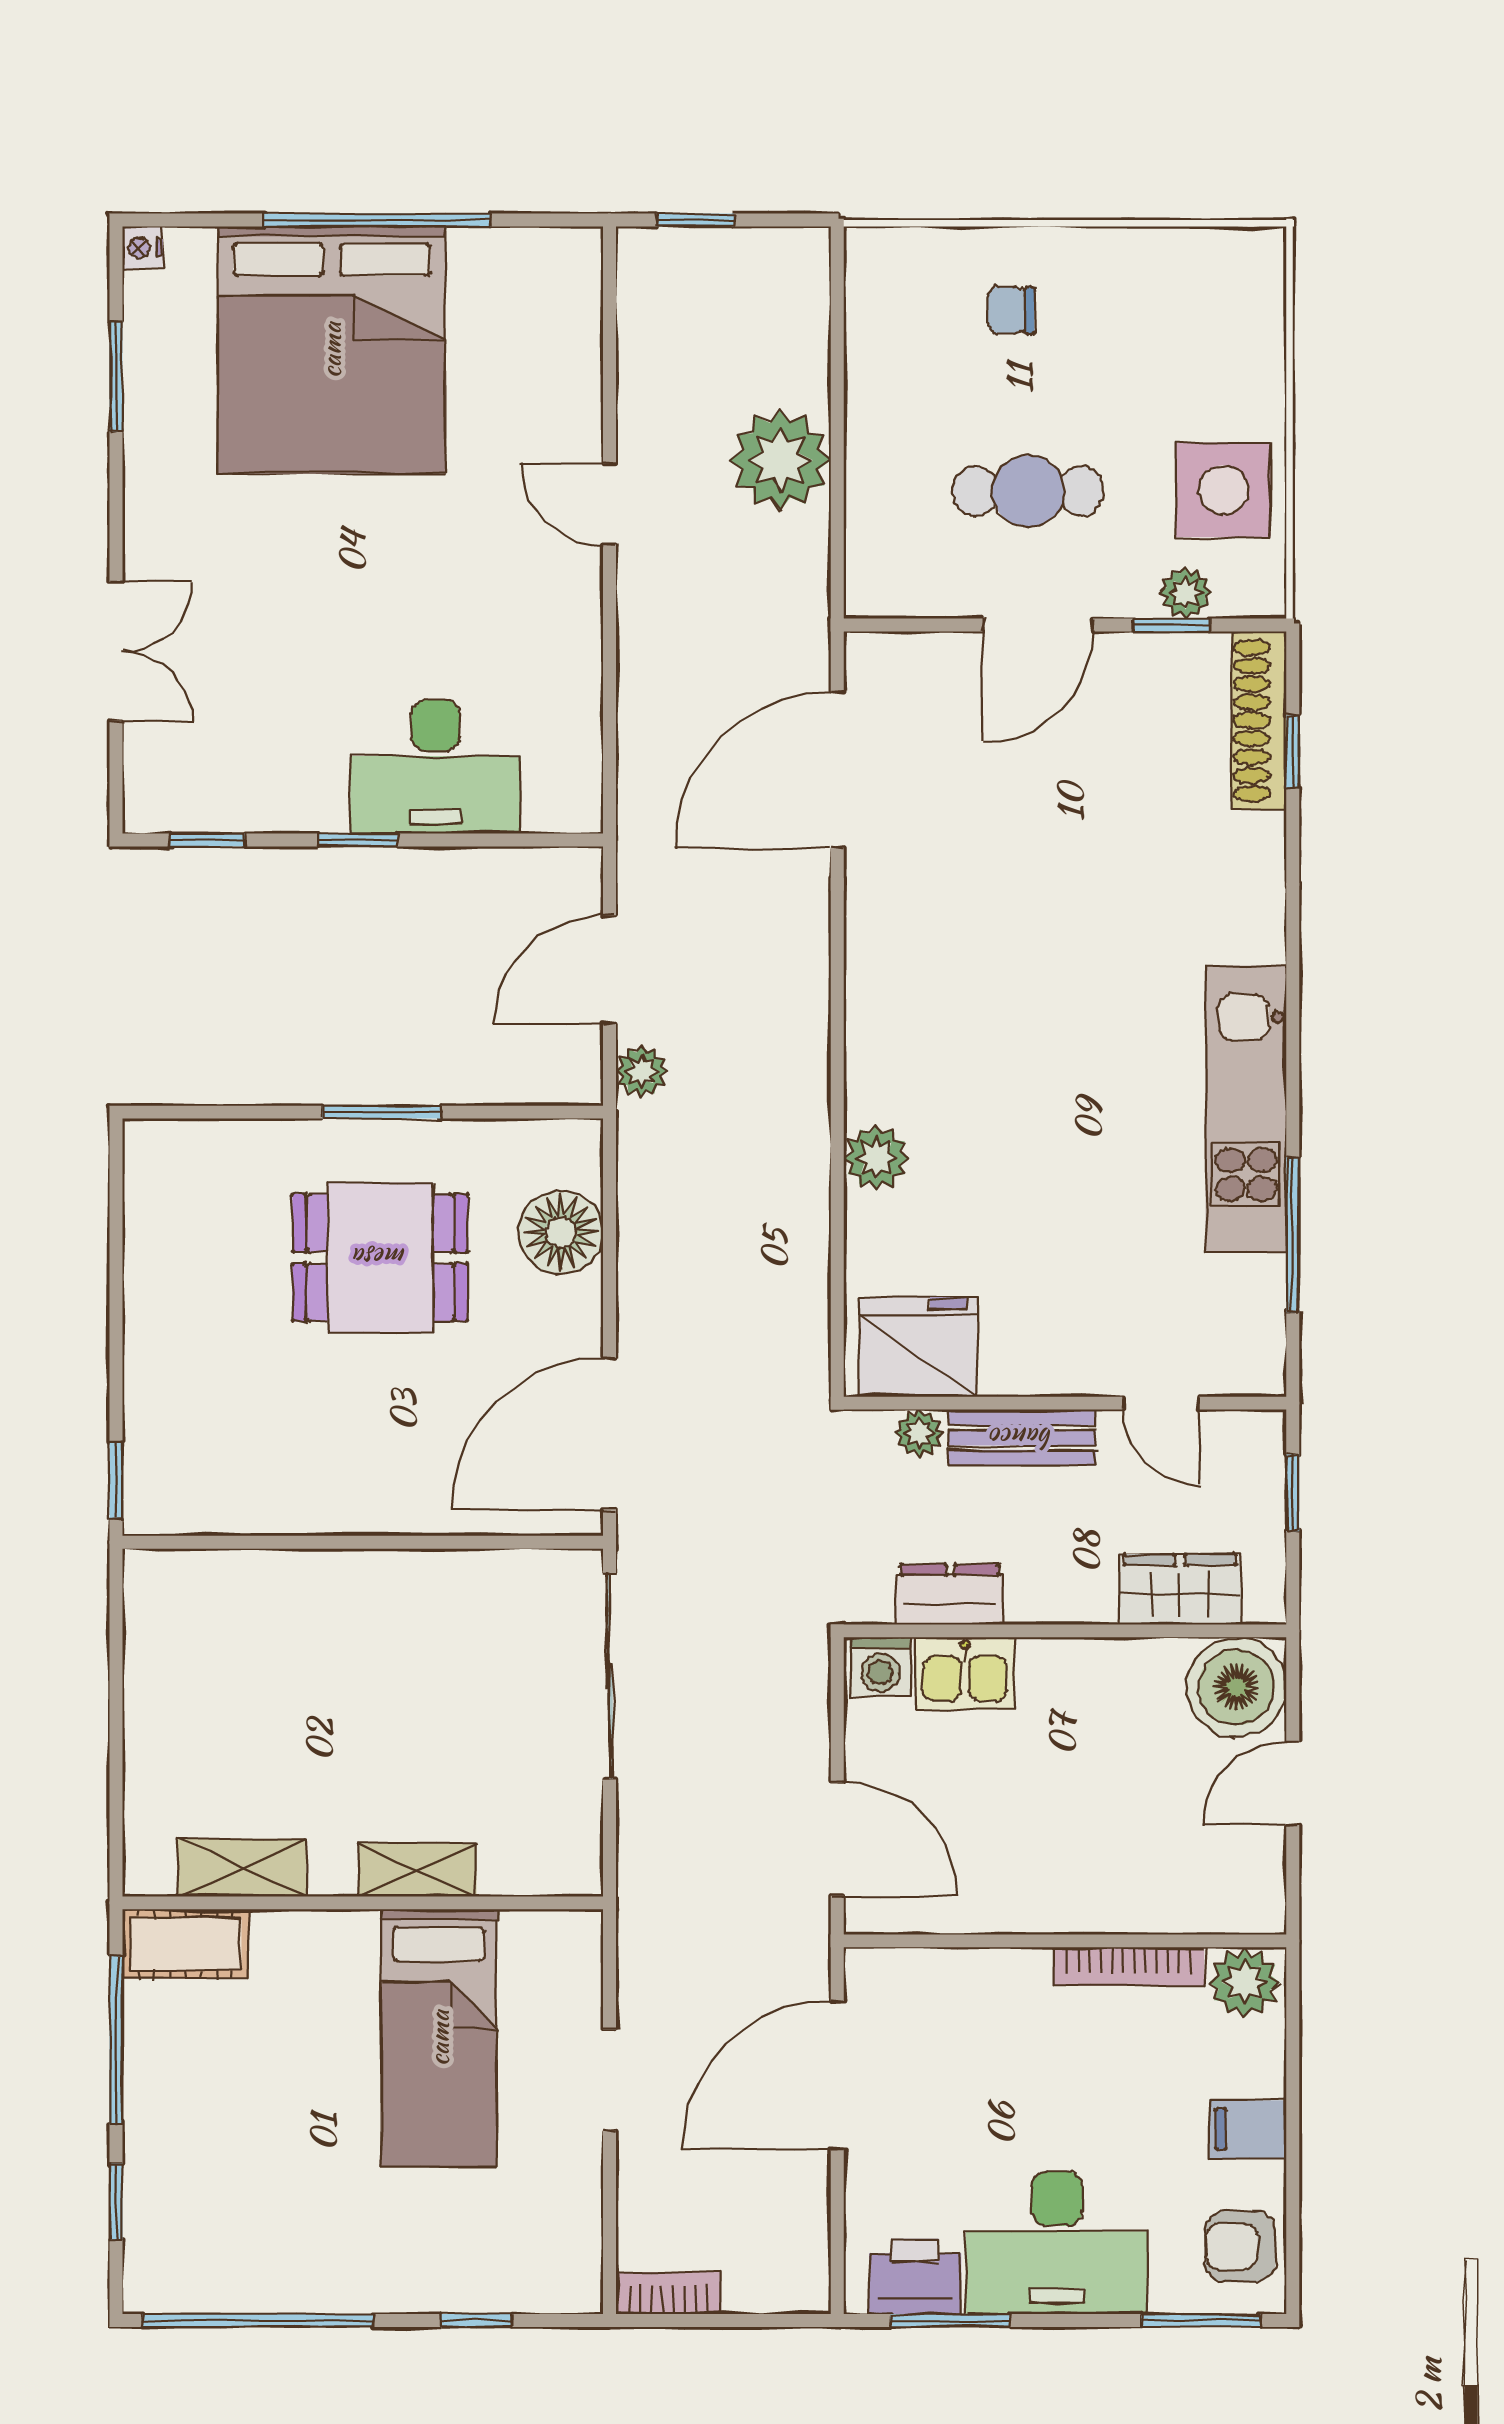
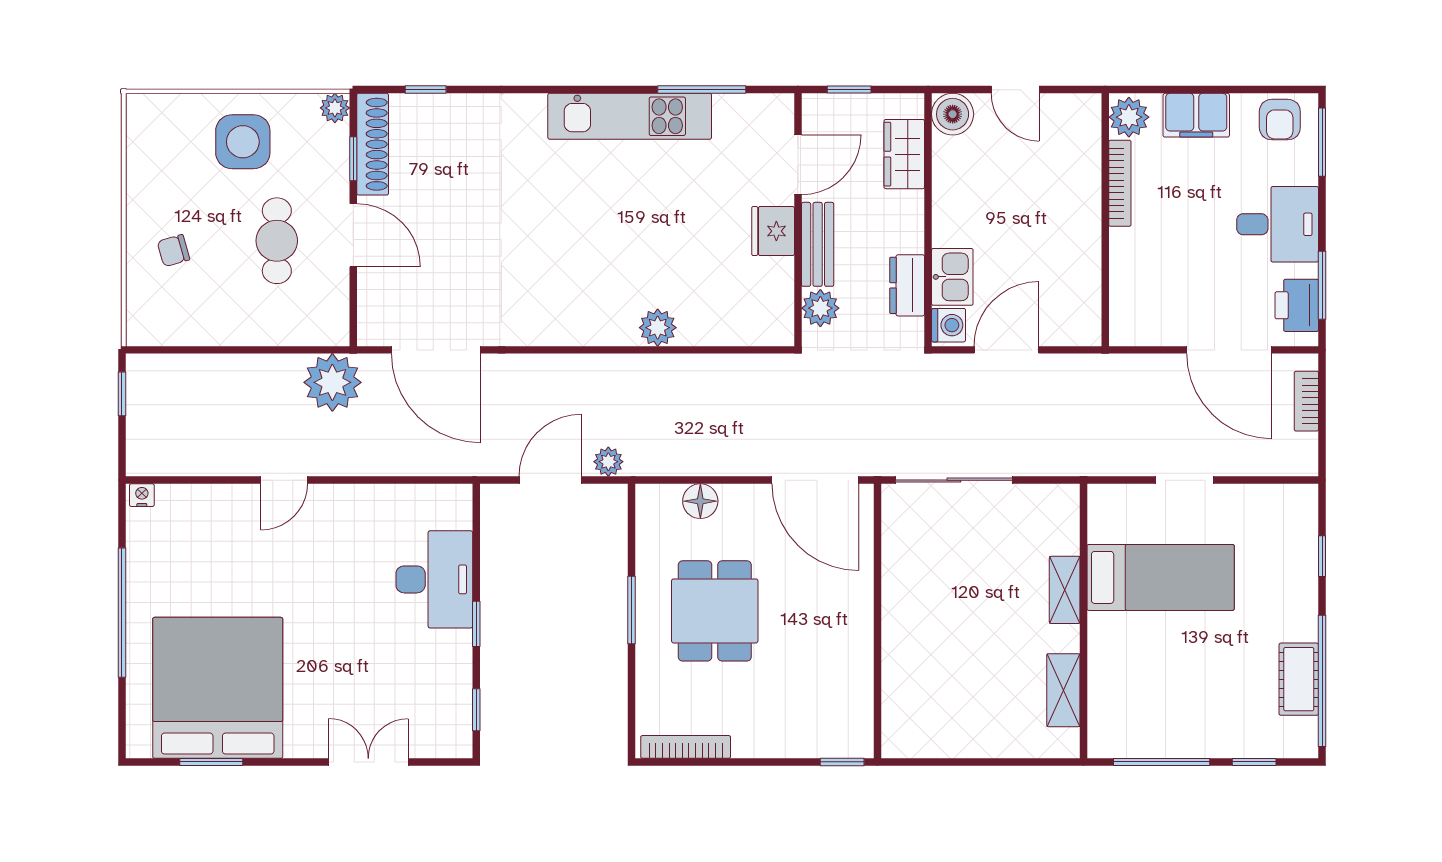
window: (695, 220) -> (122, 394), moved
nightstand: (142, 248) -> (142, 495), moved, turned 180
chair: (1011, 310) -> (173, 251), turned 74
bed: (331, 350) -> (218, 688), moved, turned -90
plant: (780, 460) -> (332, 382), moved
side table: (1223, 490) -> (243, 142), moved
plant: (1186, 593) -> (335, 108), moved
shoe rack: (1259, 721) -> (373, 144), moved, turned -90
door: (609, 970) -> (550, 480), swing flipped
bookcase: (142, 1207) -> (686, 747), added
floor lamp: (561, 1232) -> (700, 501), width x0.73, depth x0.73
fridge: (918, 1347) -> (773, 231), moved, width x0.73, depth x0.75
door: (1161, 1403) -> (798, 165), width x1.38
plant: (919, 1433) -> (820, 308), width x1.38, depth x1.38
boiler: (1236, 1687) -> (953, 114), width x0.73, depth x0.73
door: (837, 1839) -> (1006, 350), moved
cot: (186, 1944) -> (1299, 679), moved
door: (837, 2075) -> (1229, 350), moved
filing cabinet: (1248, 2129) -> (1196, 115), width x2.00
desk: (1057, 2243) -> (1278, 224), width x0.73
bookcase: (668, 2293) -> (1306, 401), moved

